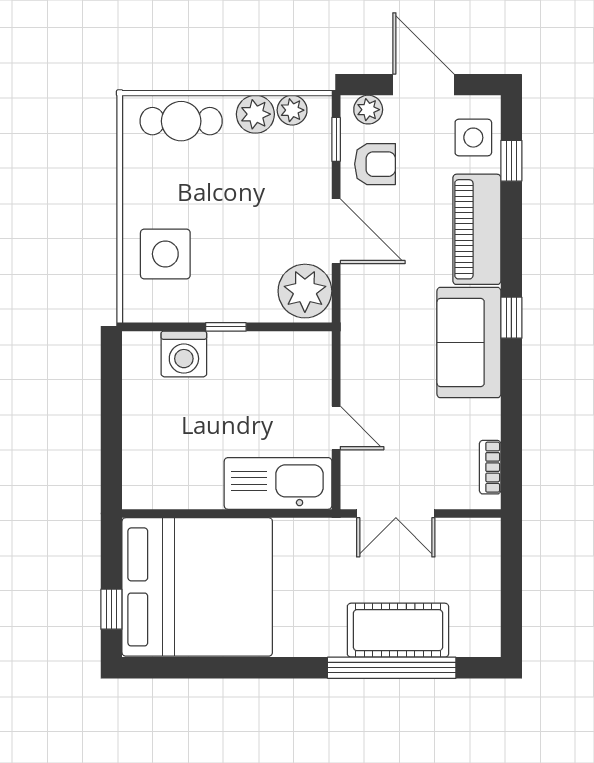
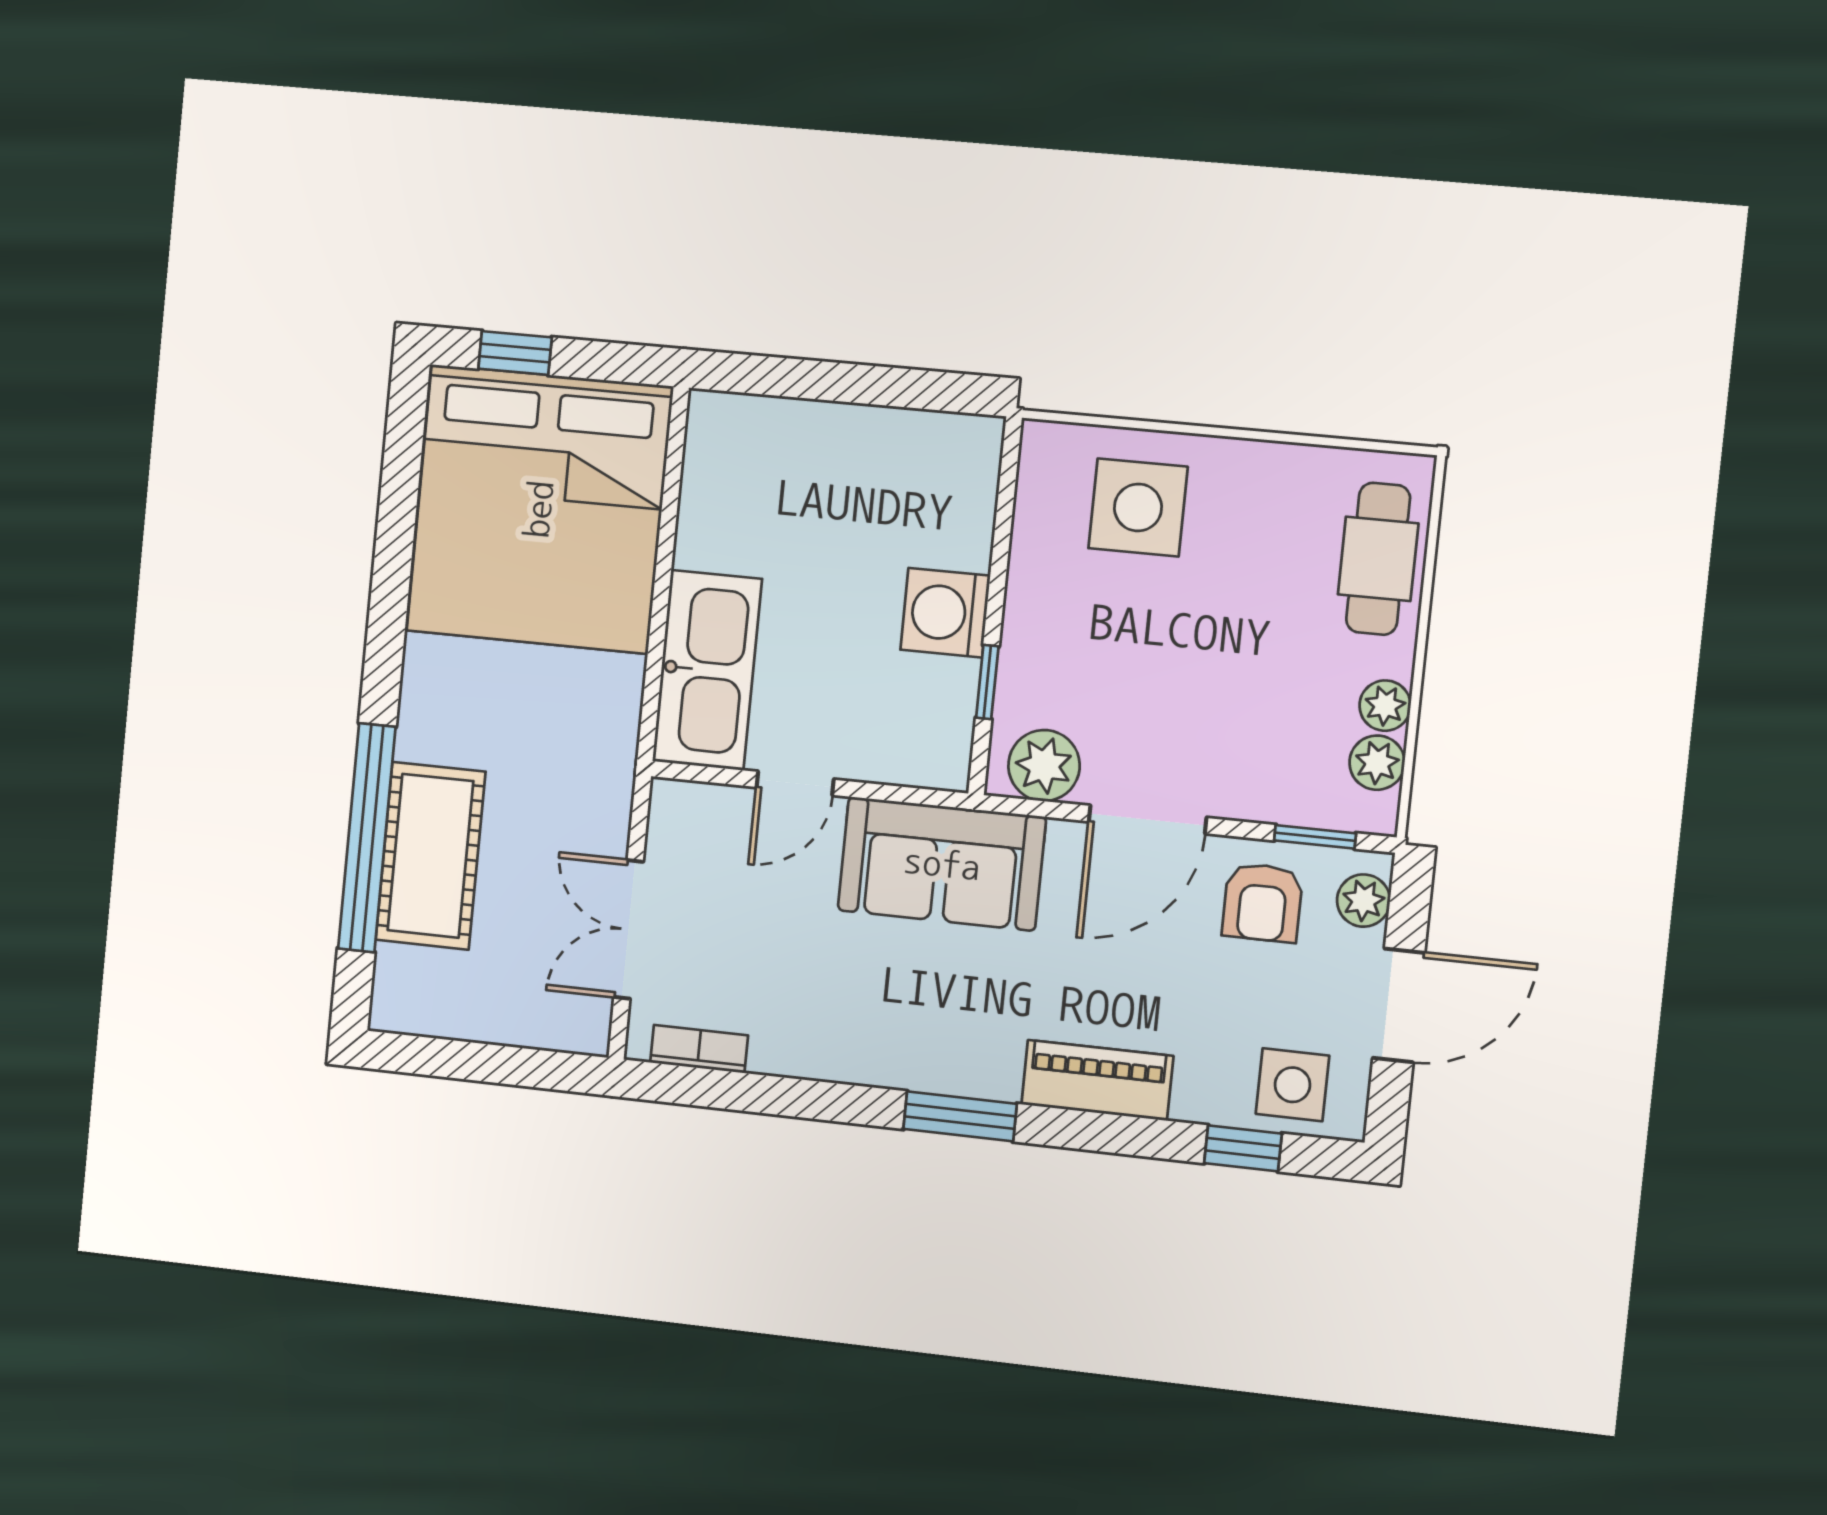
plant: (255, 114) -> (1385, 706), width x0.73, depth x0.73
piano: (477, 229) -> (1097, 1080), width x0.73, depth x0.75
plant: (305, 291) -> (1044, 766), width x0.73, depth x0.73
window: (511, 318) -> (960, 1116), width x1.50
window: (226, 327) -> (987, 682), moved
sofa: (469, 343) -> (942, 864), moved, turned 180
washing machine: (184, 354) -> (945, 613), moved
double door: (396, 514) -> (629, 929), moved

